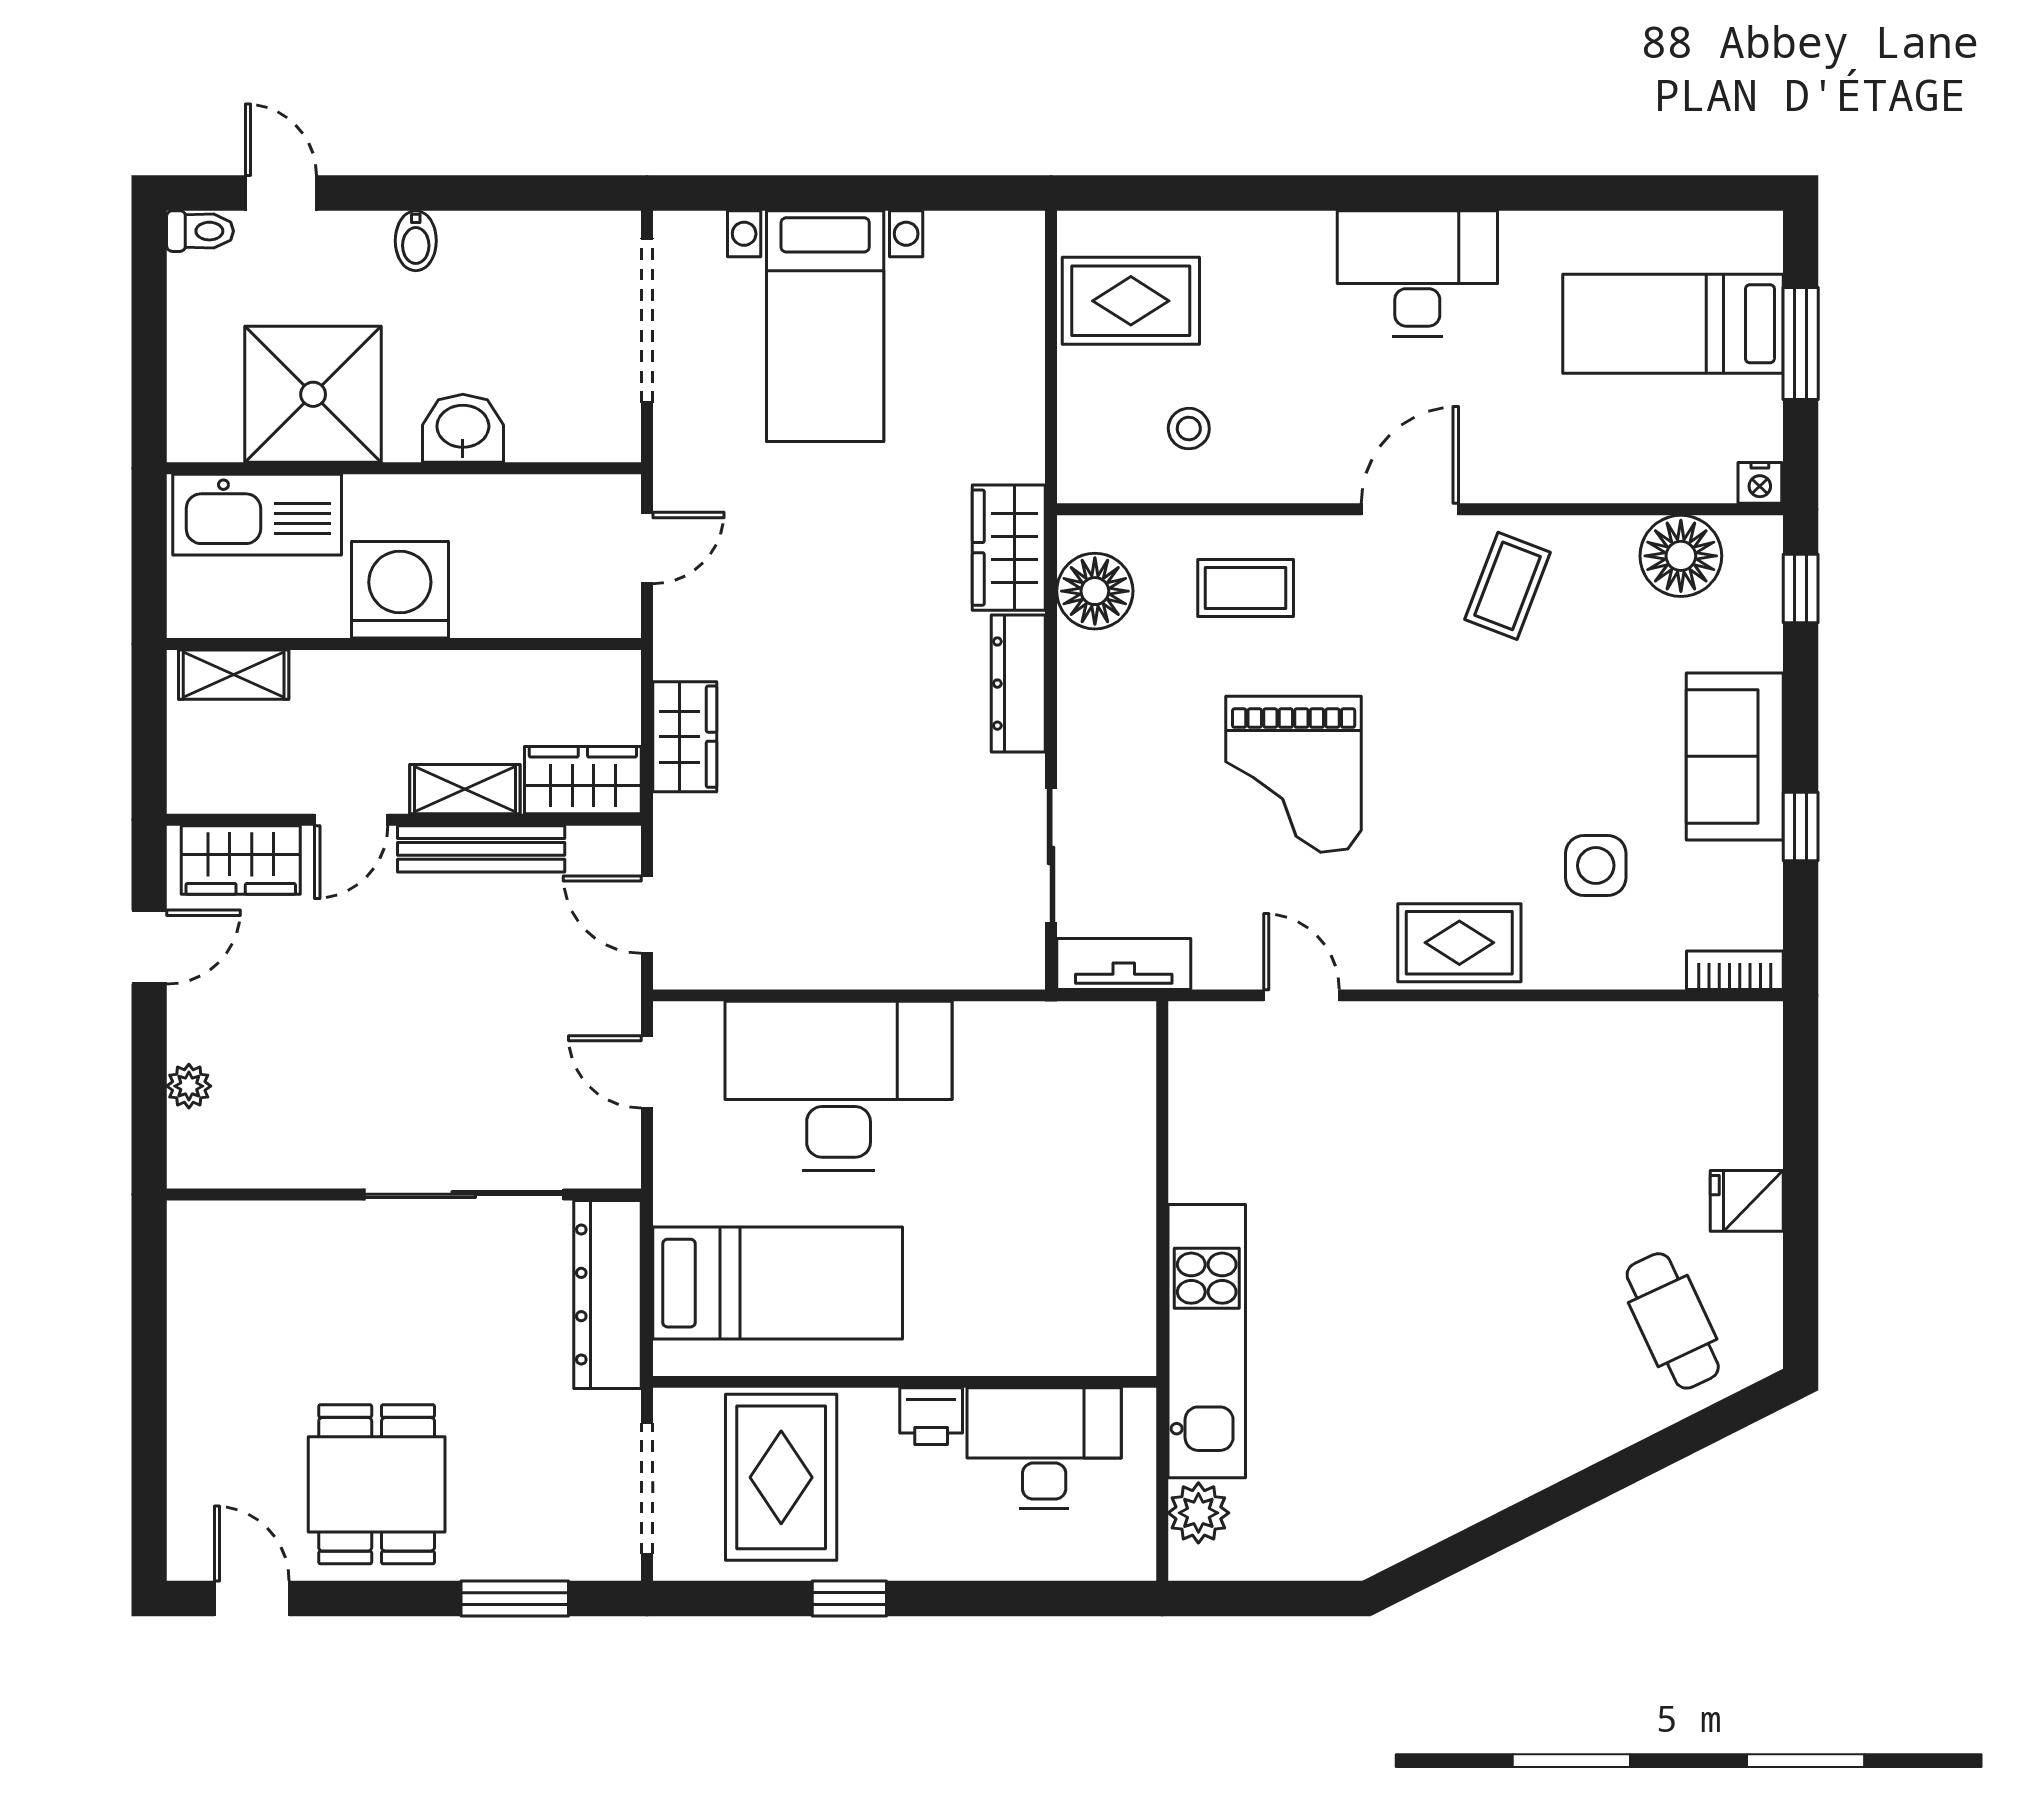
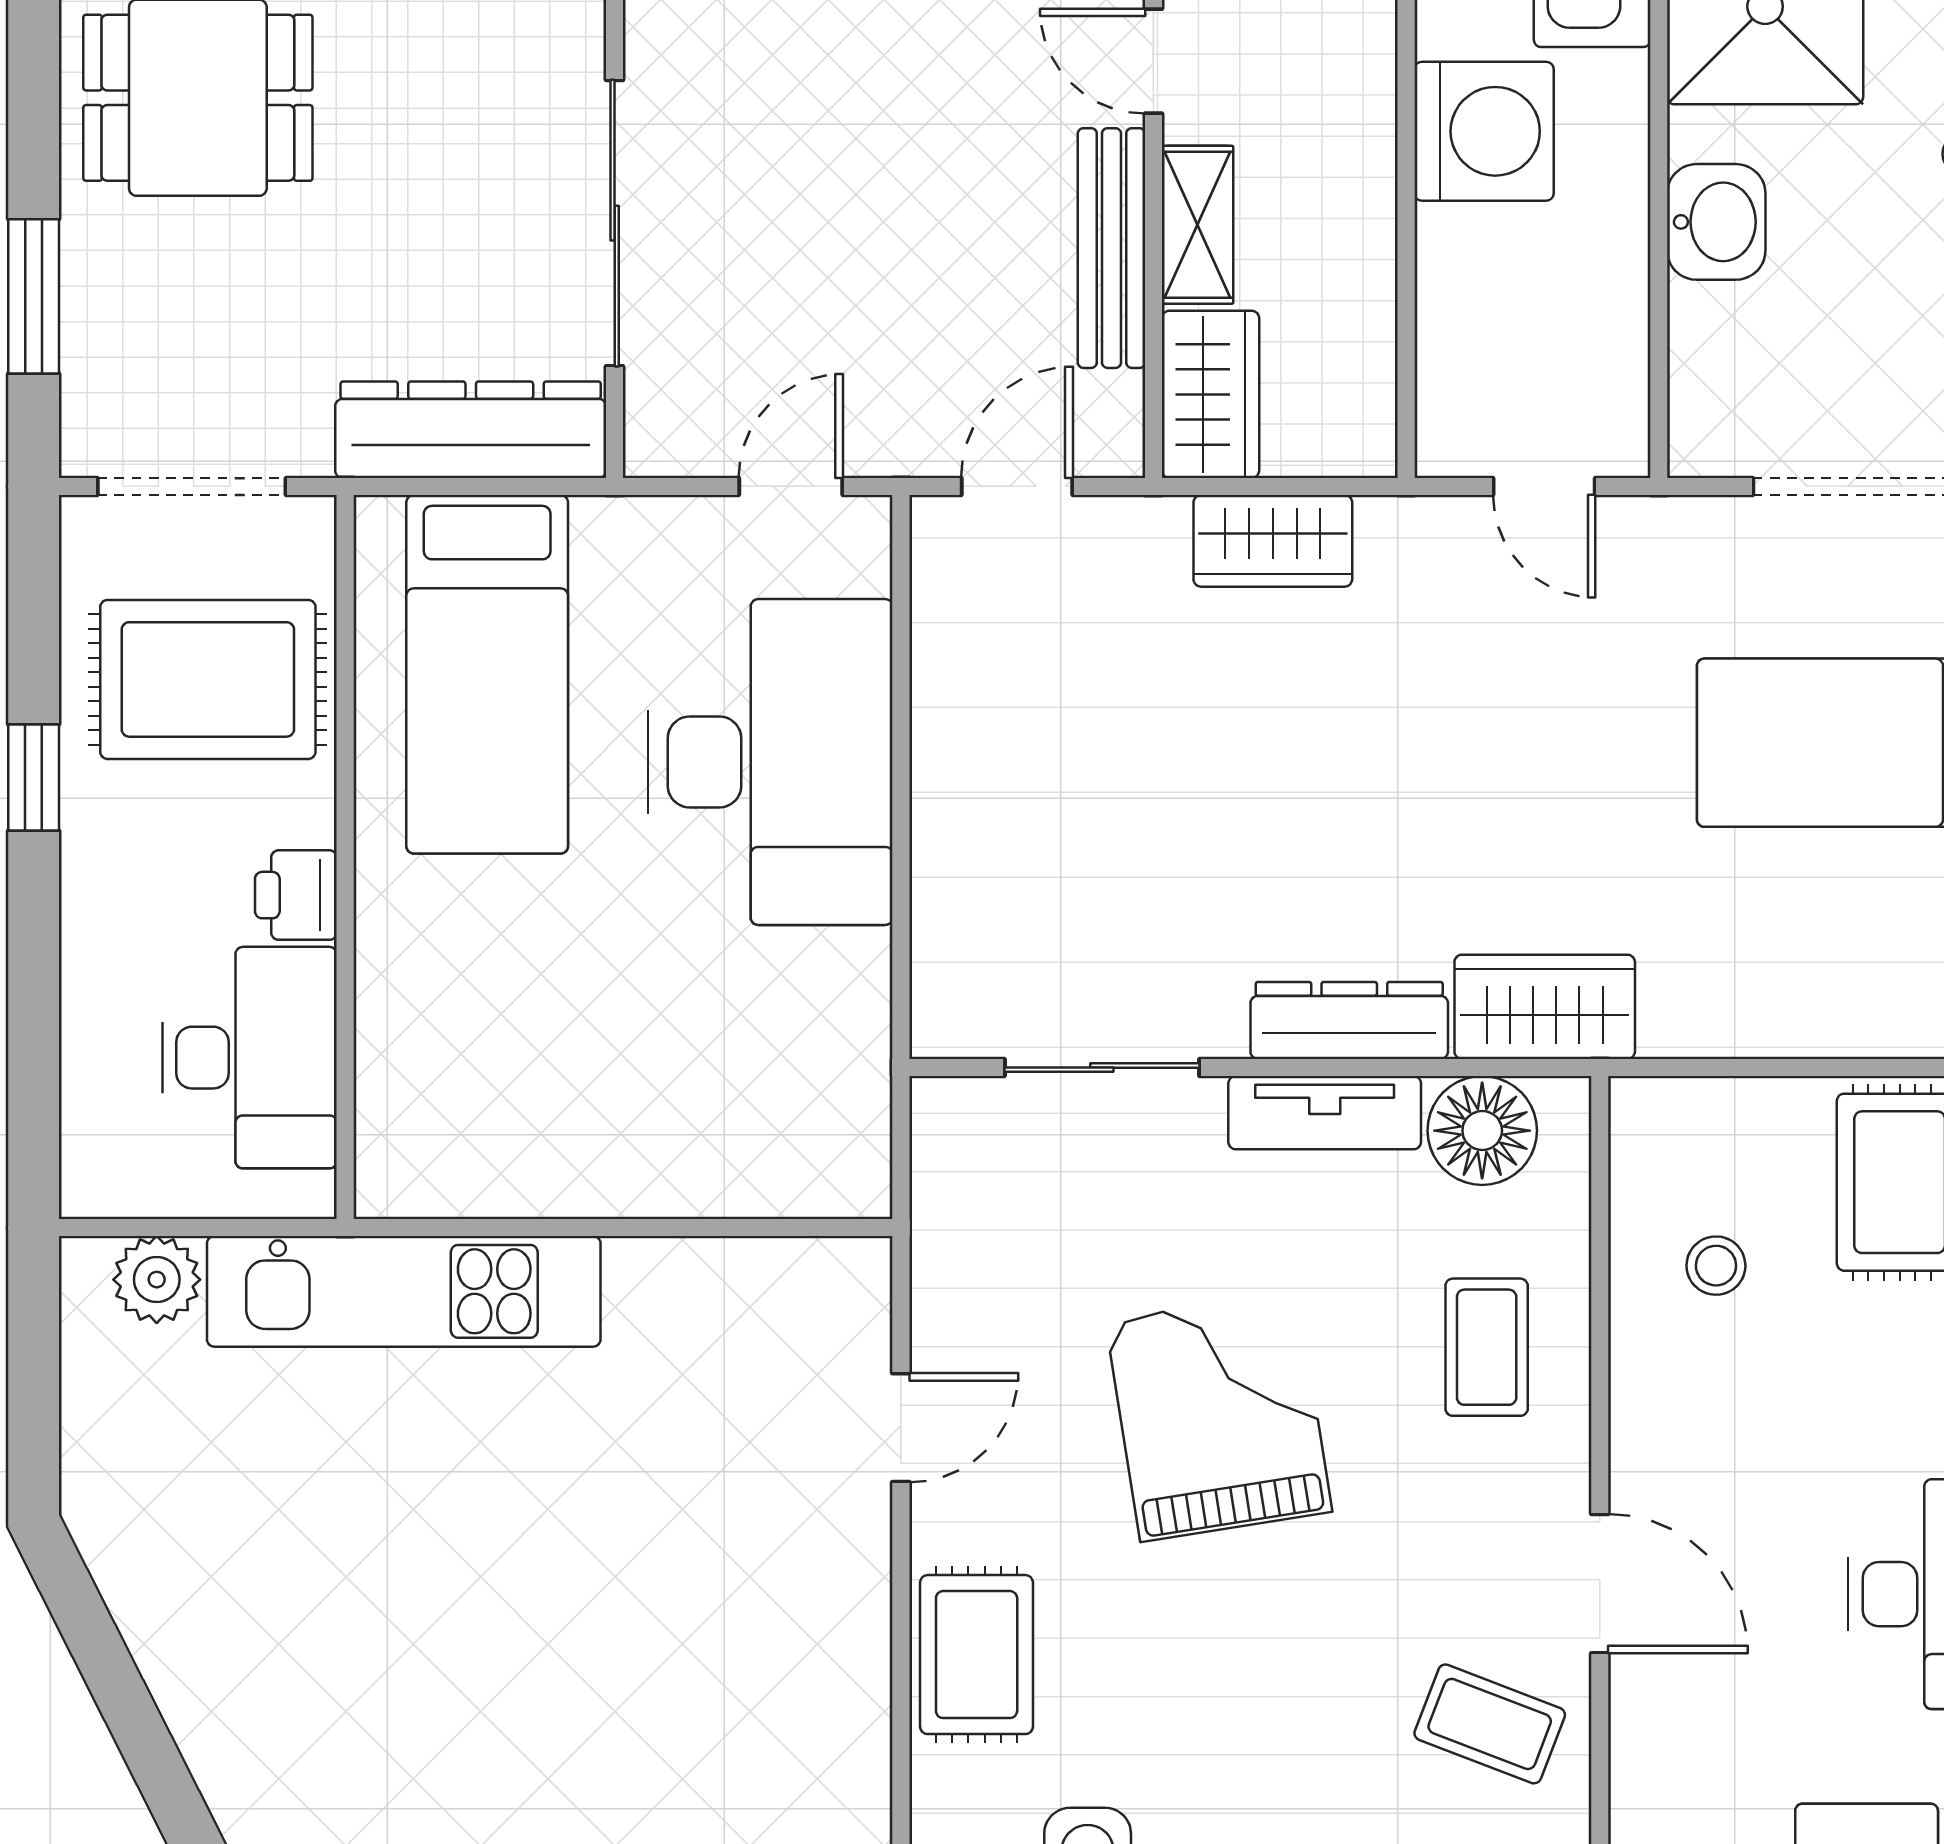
grand piano: (1294, 774) -> (1219, 1416), turned 81
tv unit: (1124, 964) -> (1325, 1113), moved, turned 90

